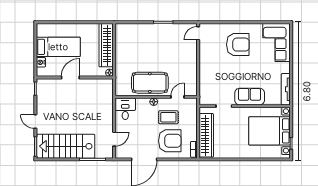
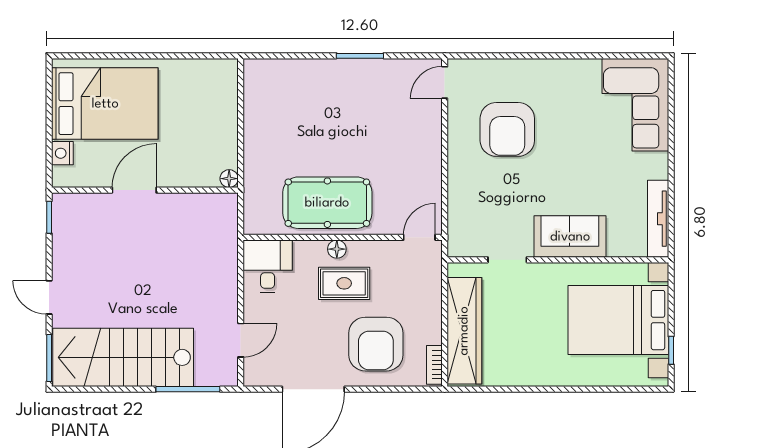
wardrobe: (106, 45) -> (221, 111), removed
armchair: (238, 45) -> (507, 129), moved, turned 90
bed: (58, 47) -> (105, 104), width x1.50
door: (177, 97) -> (419, 237), moved
rug: (168, 117) -> (344, 283), moved
armchair: (170, 141) -> (376, 344), turned 90

